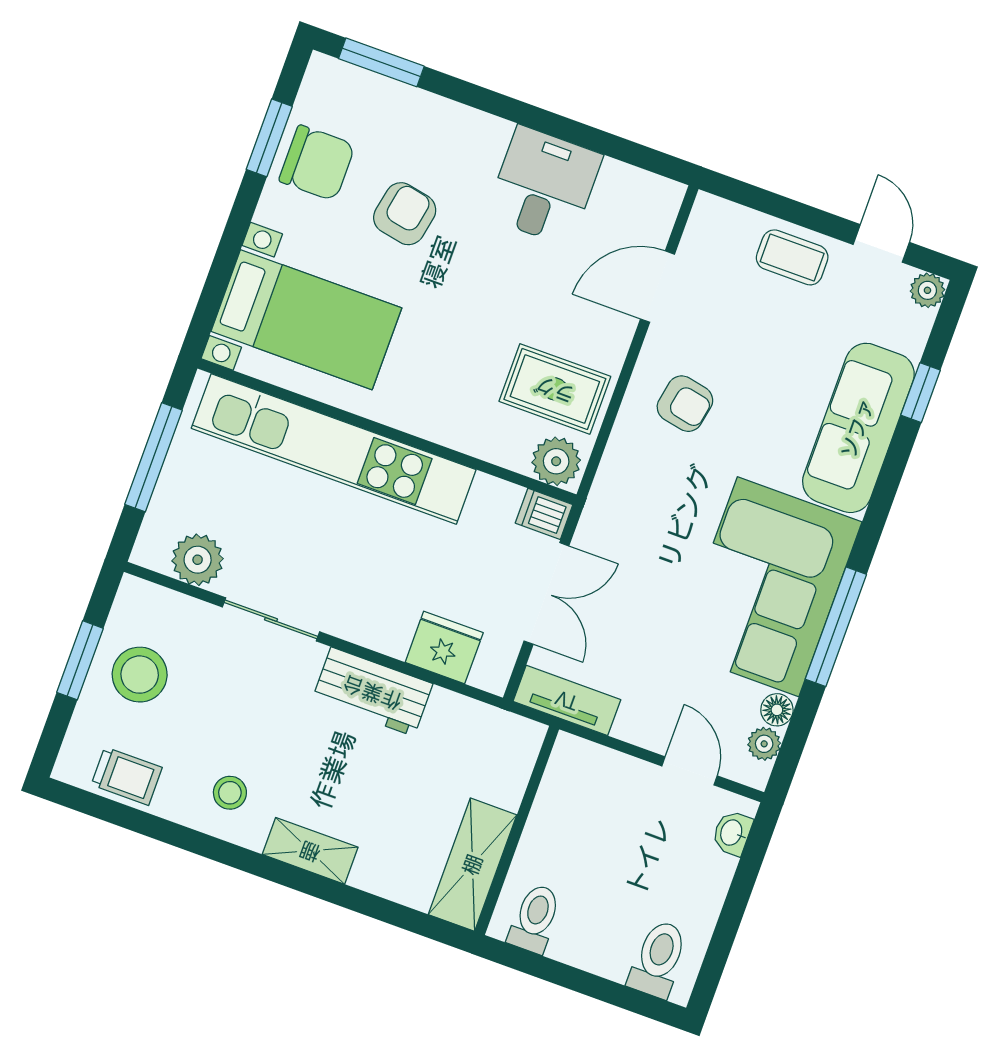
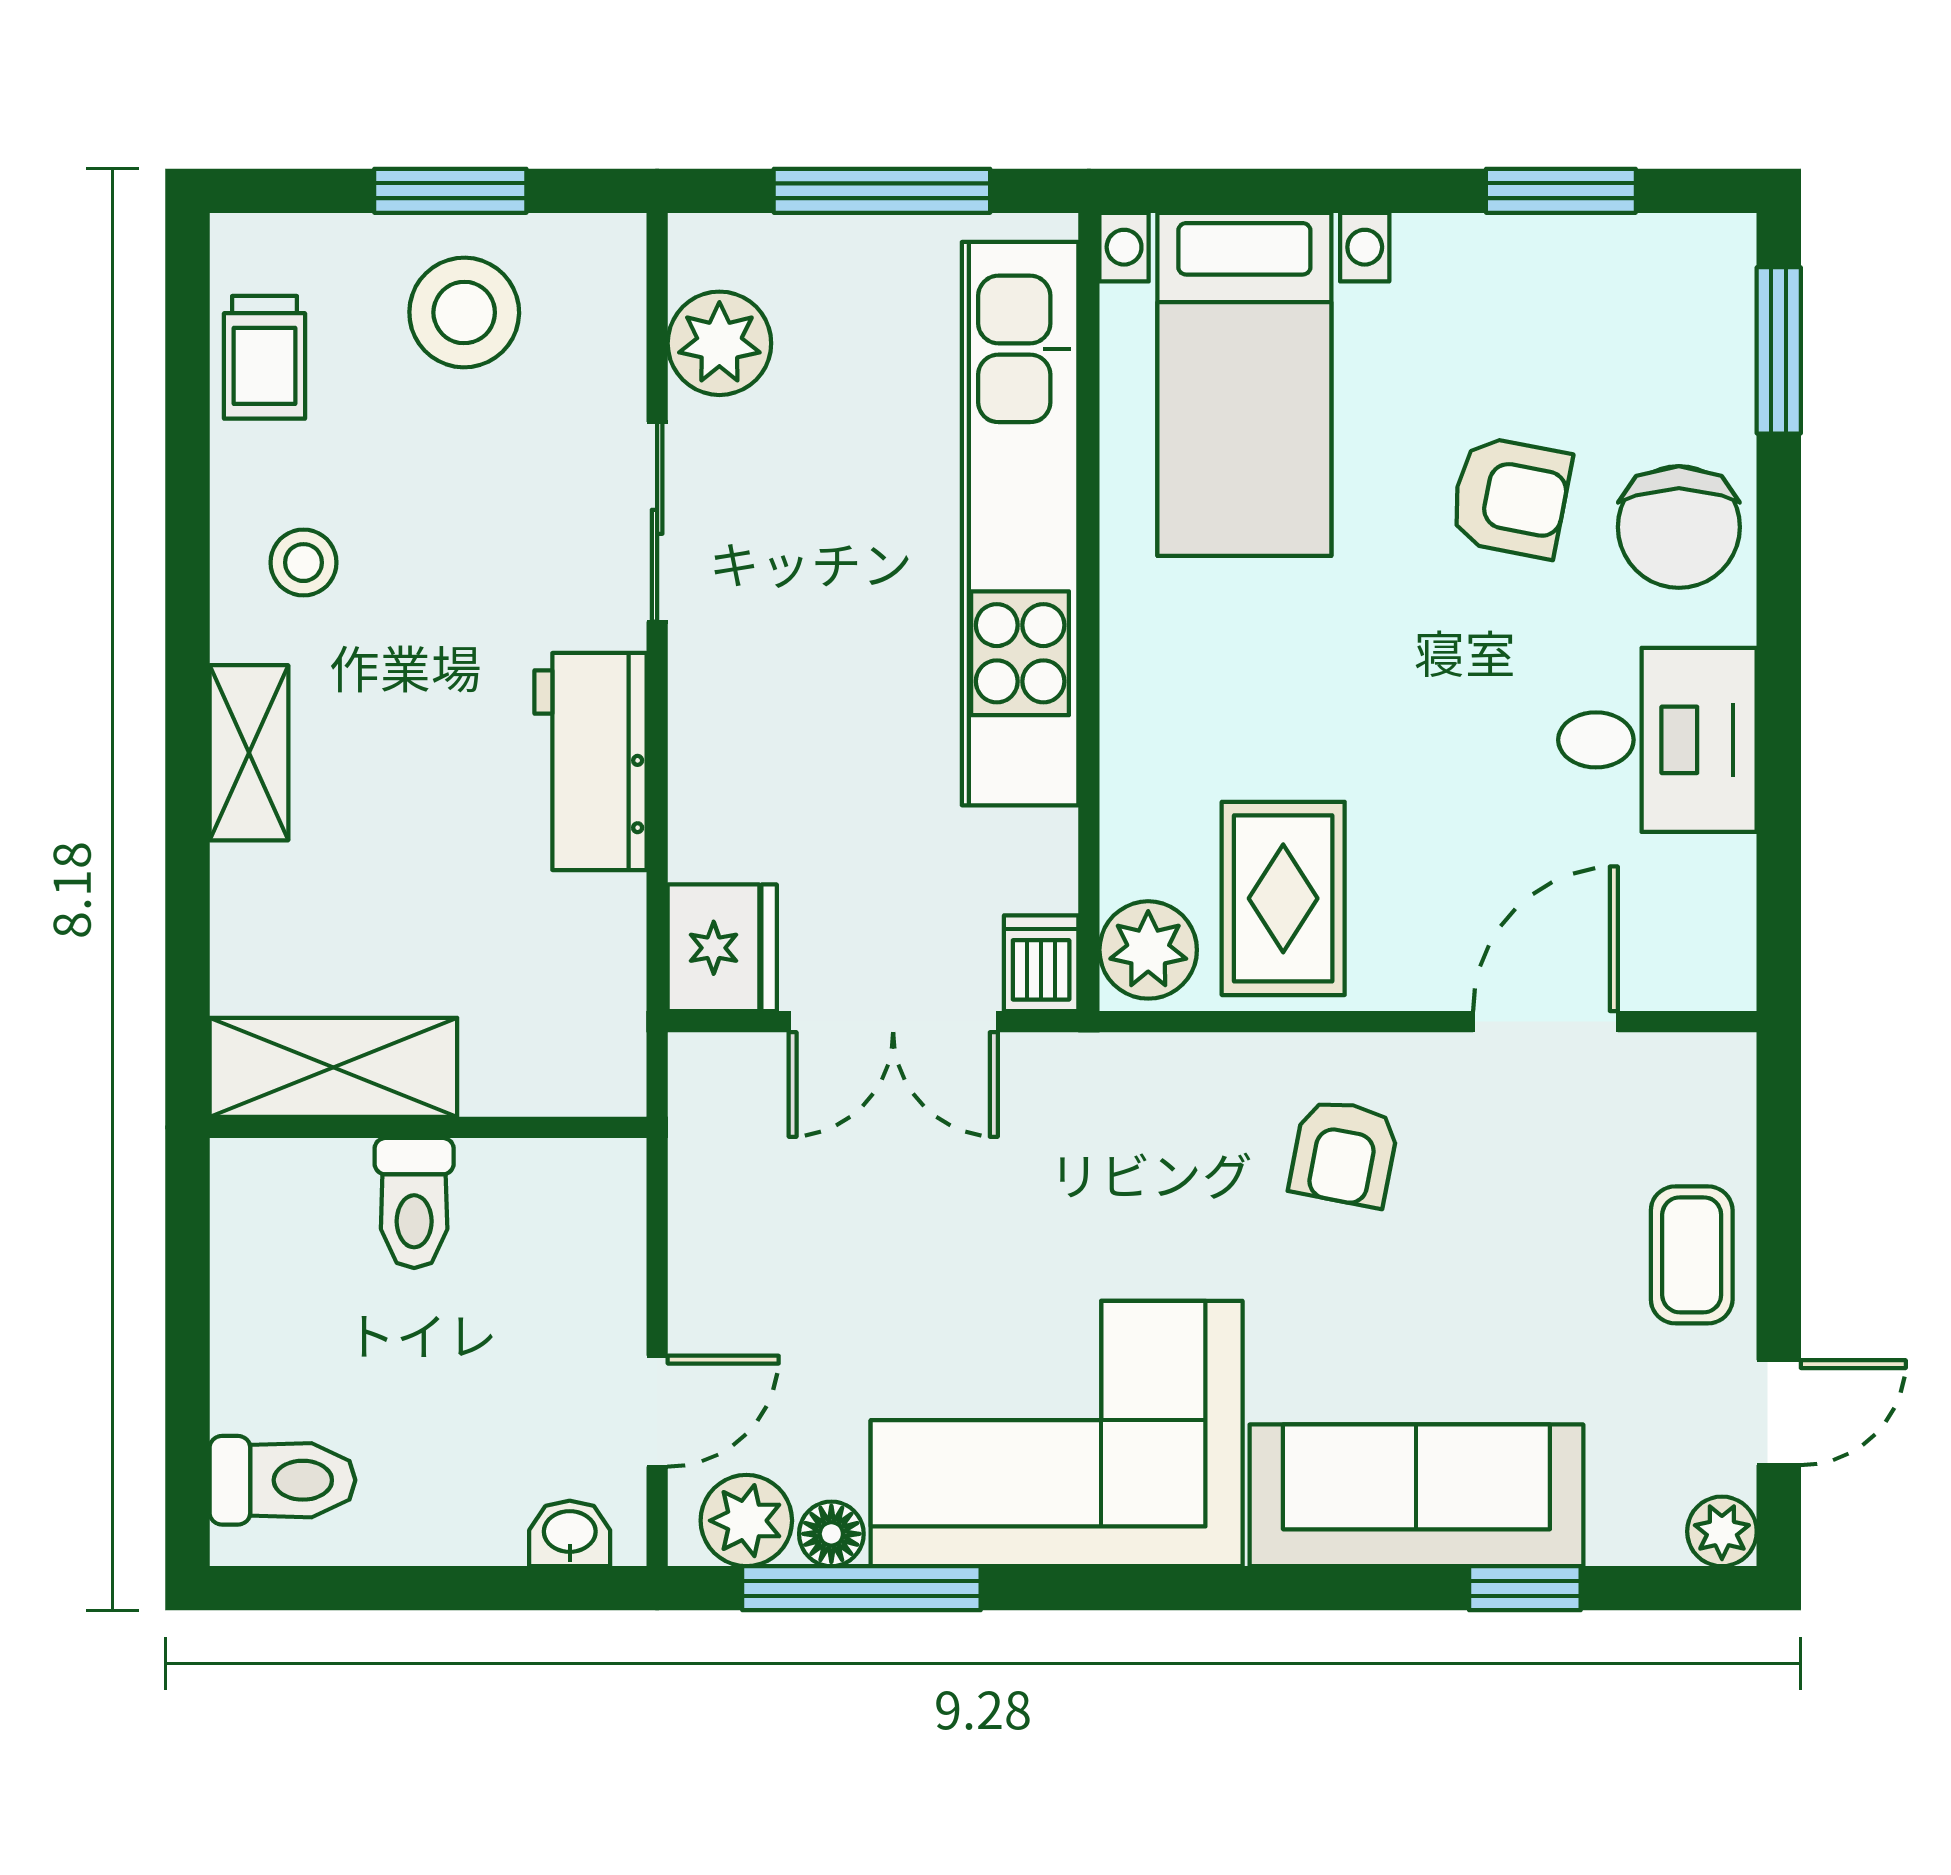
chair: (317, 163) -> (1679, 527), moved
door: (658, 287) -> (1545, 1022), hinge flipped
window: (836, 627) -> (861, 1588), moved
fridge: (444, 647) -> (722, 948), moved
tv unit: (567, 700) -> (706, 1133), removed
plant: (764, 744) -> (746, 1521), width x1.38, depth x1.38
toilet: (535, 919) -> (414, 1203), moved, turned 90

